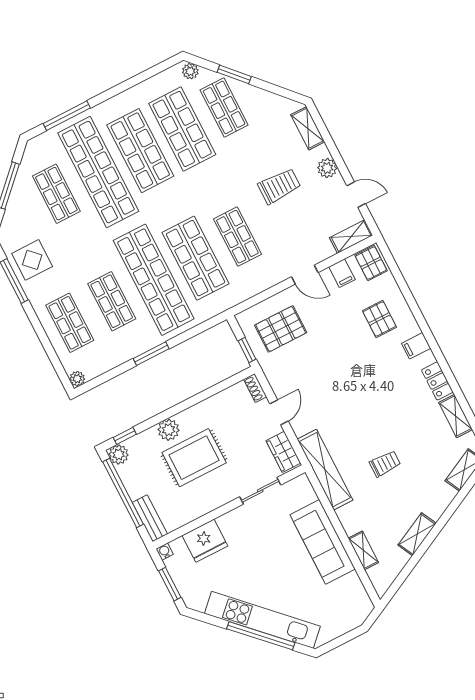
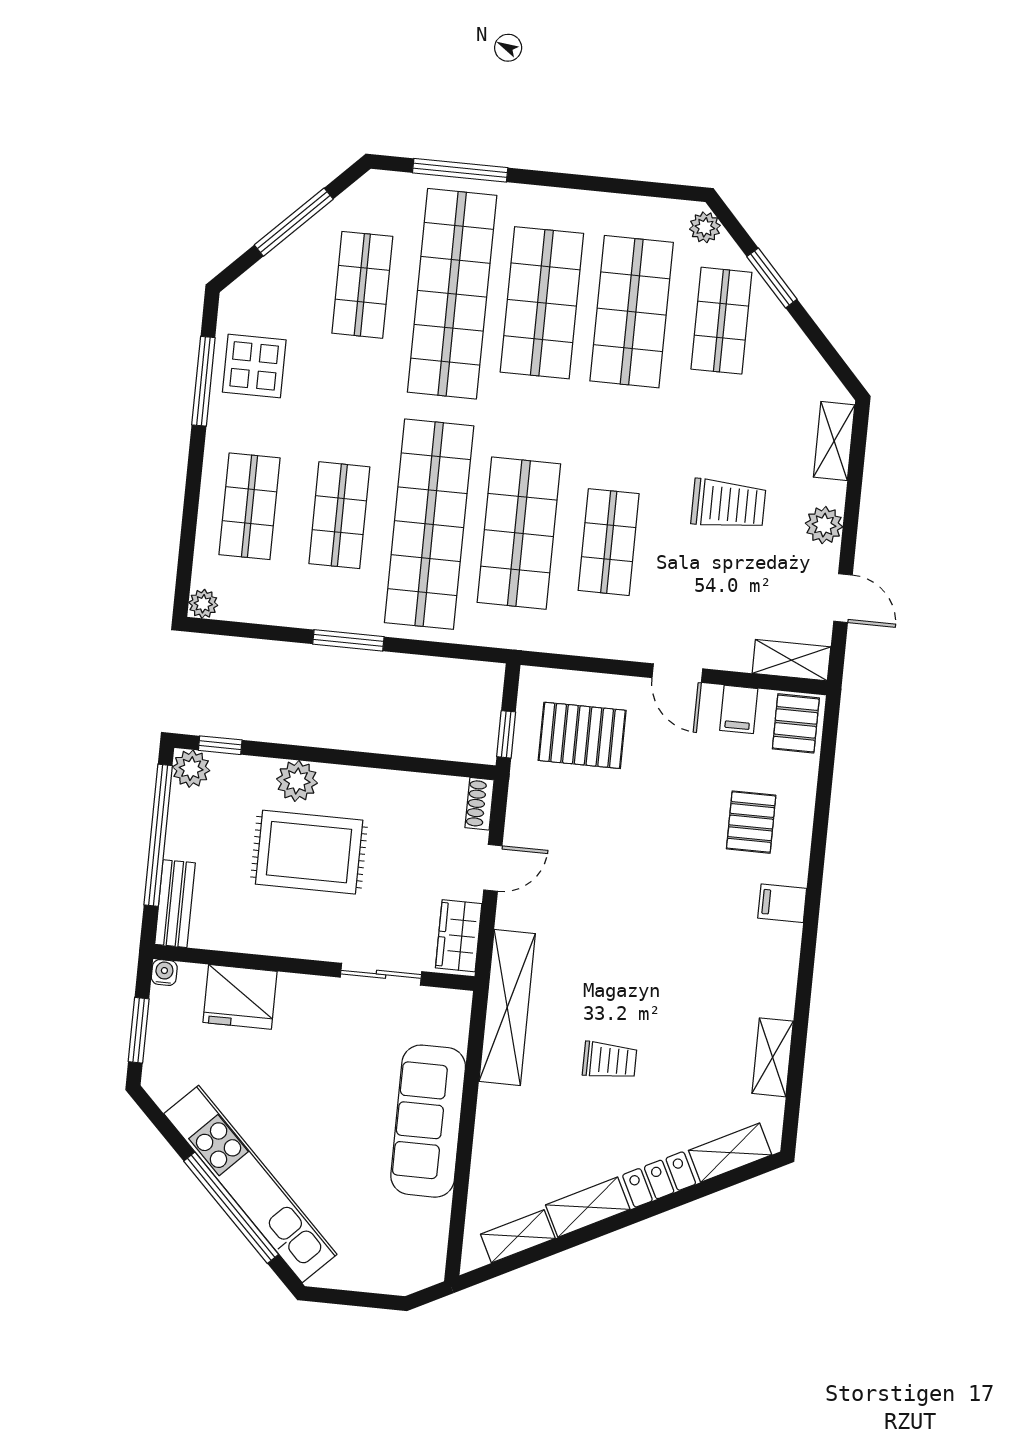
locker: (437, 381) -> (659, 1179), moved, turned 63
shelving: (363, 550) -> (518, 1236), moved, turned 63

